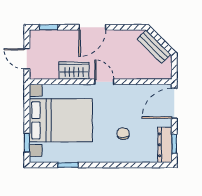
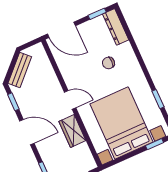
window: (127, 27) -> (13, 102), added
door: (104, 82) -> (70, 100), swing flipped
dresser: (165, 145) -> (116, 27), moved, turned 90

